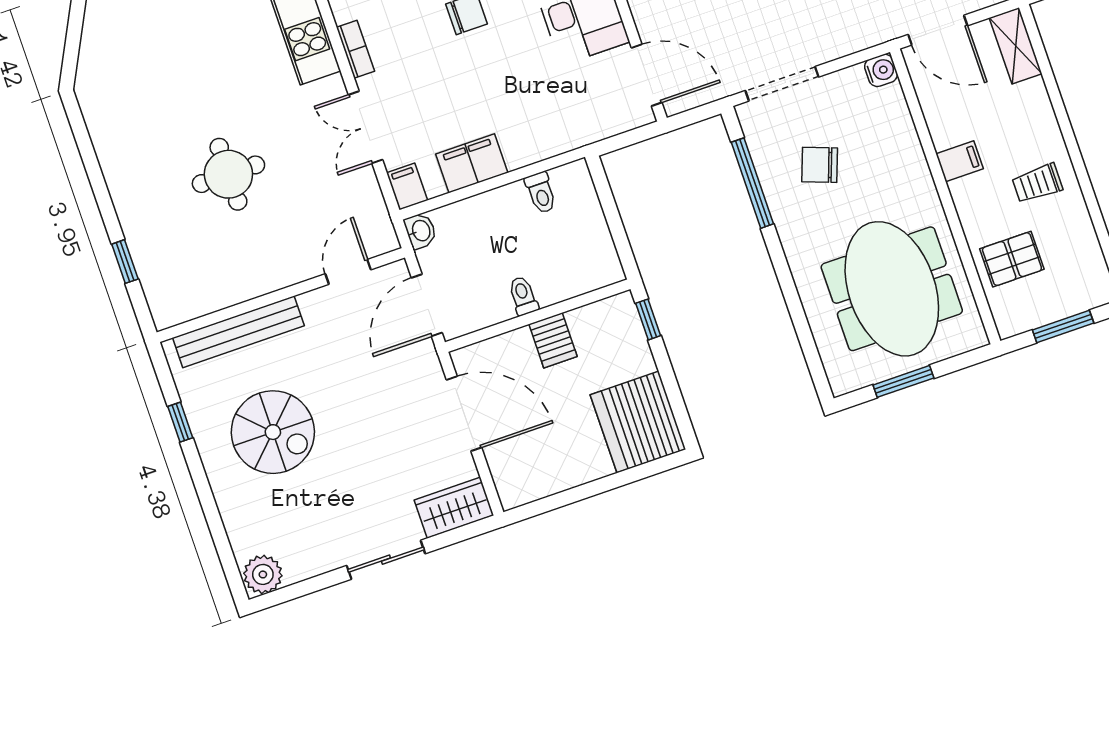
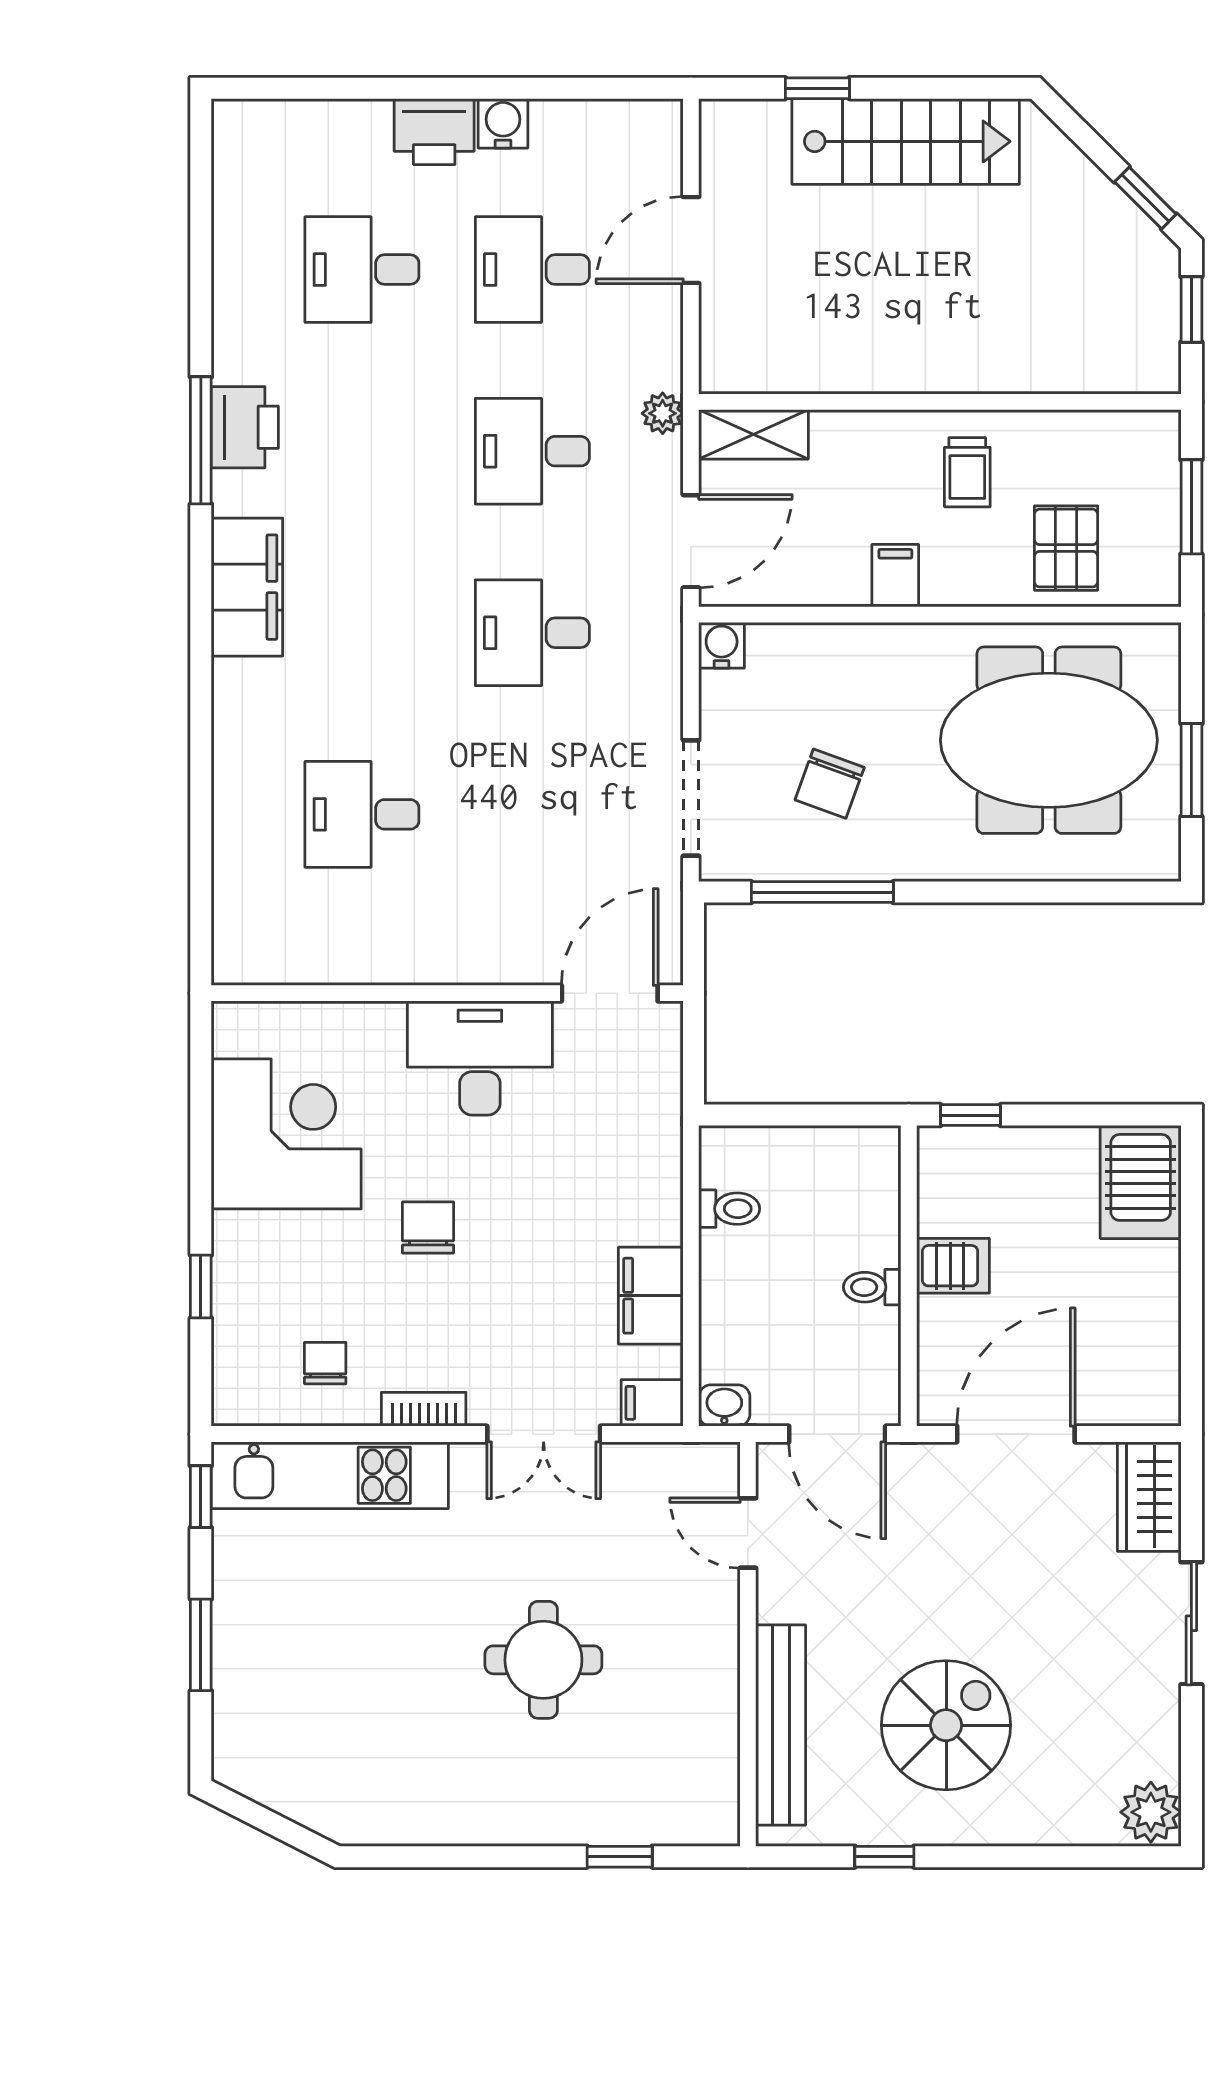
server rack: (638, 422) -> (1141, 1182), width x0.62

